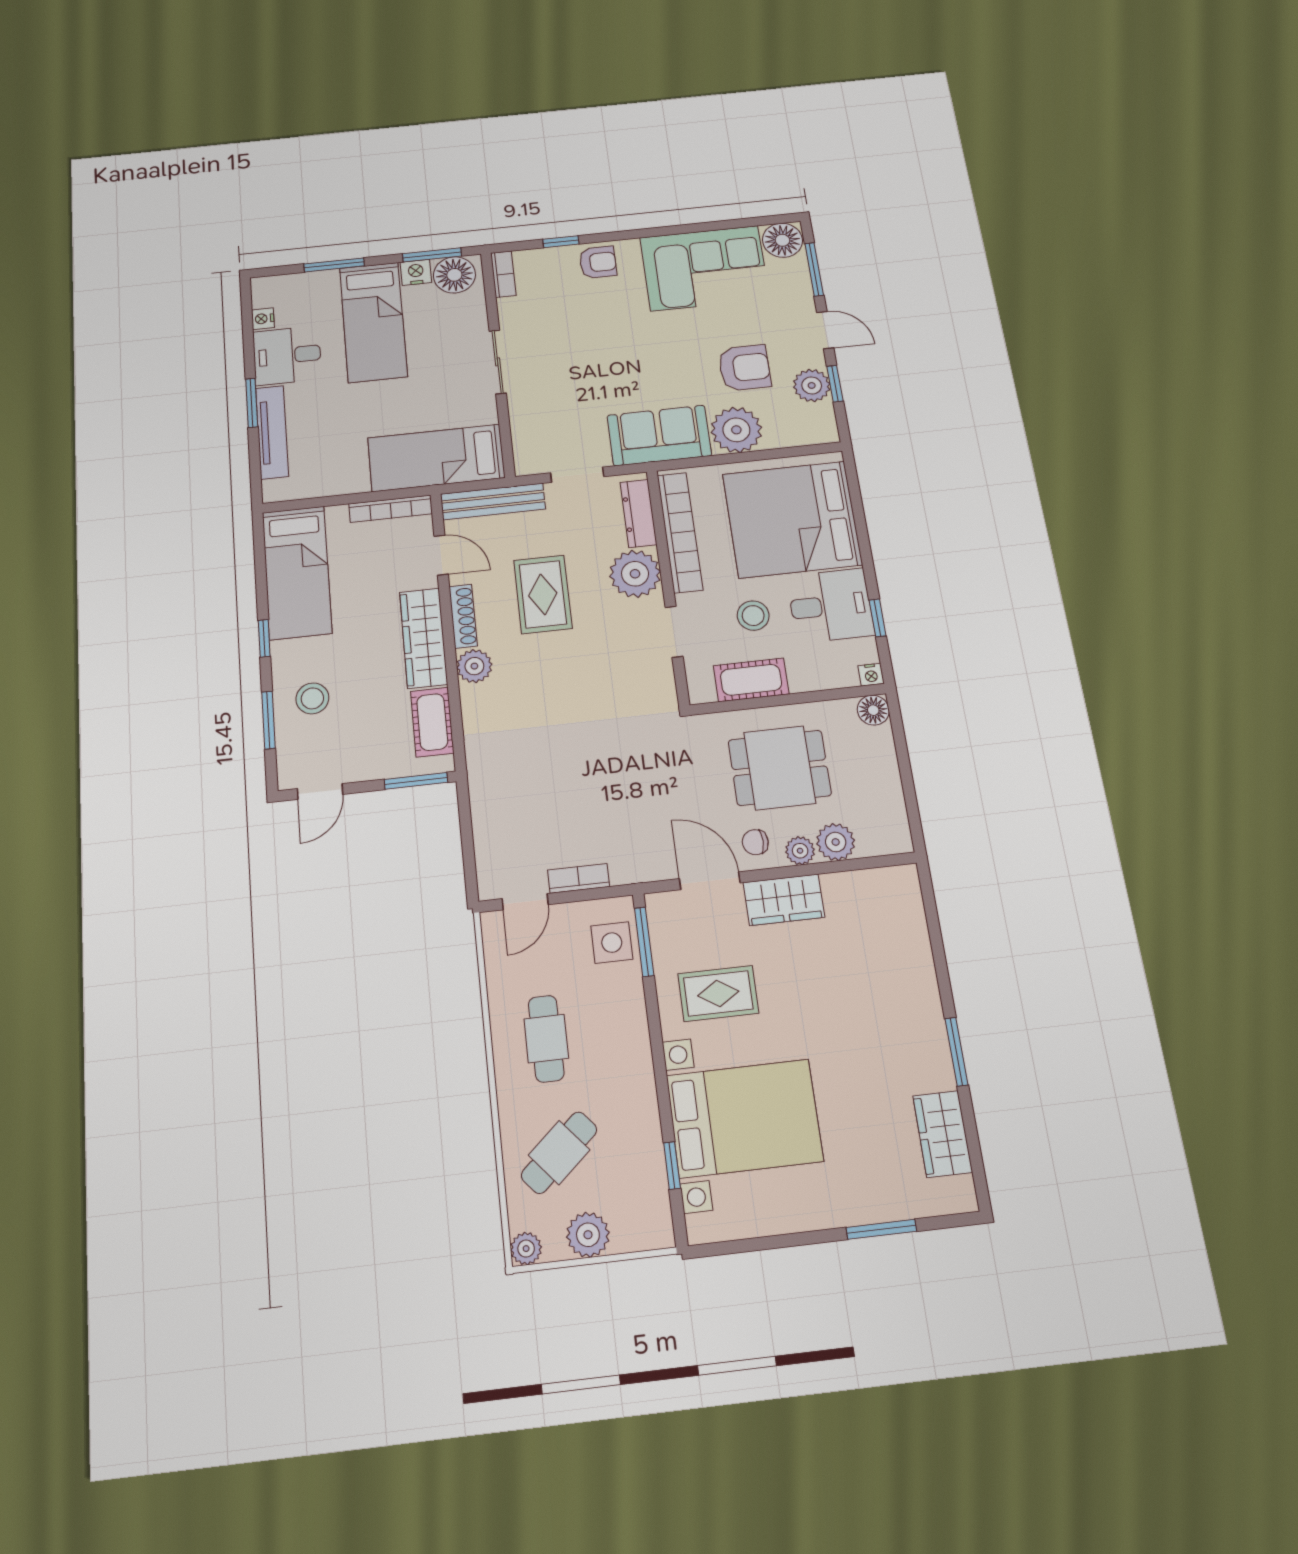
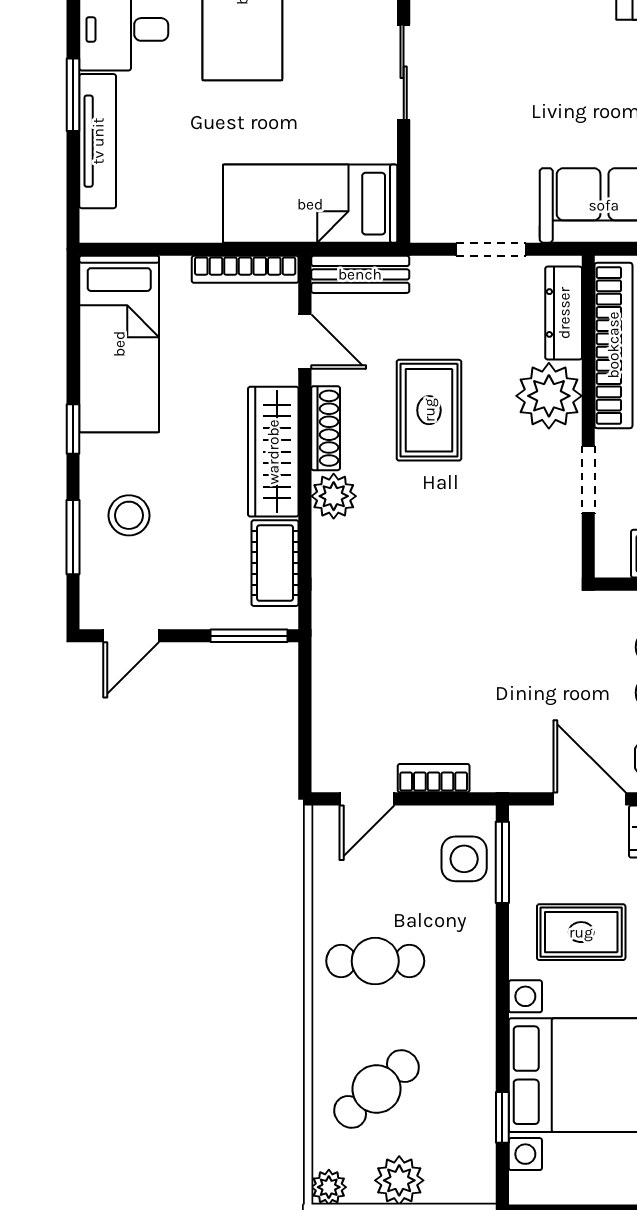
bench: (493, 501) -> (360, 274), width x0.73
cafe table: (546, 1039) -> (375, 961), turned 90

